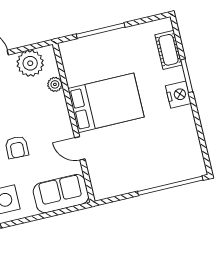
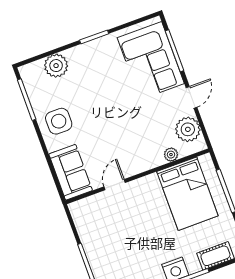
bed: (106, 103) -> (187, 194), moved
armchair: (17, 147) -> (109, 126), removed

